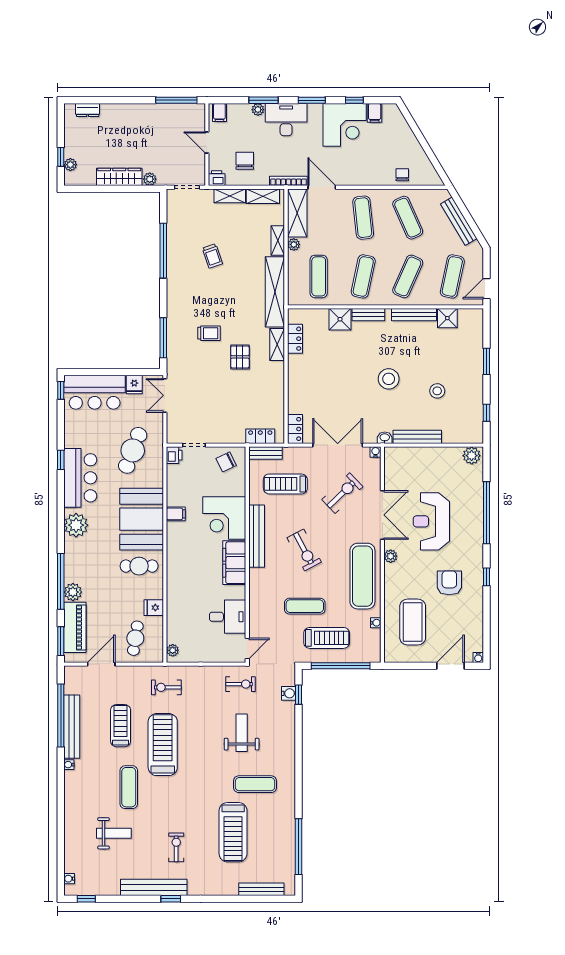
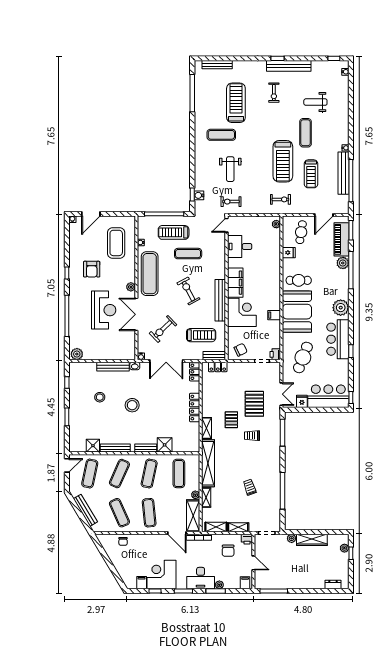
locker: (295, 339) -> (195, 408), moved, width x1.53
pallet: (206, 381) -> (254, 404), added

